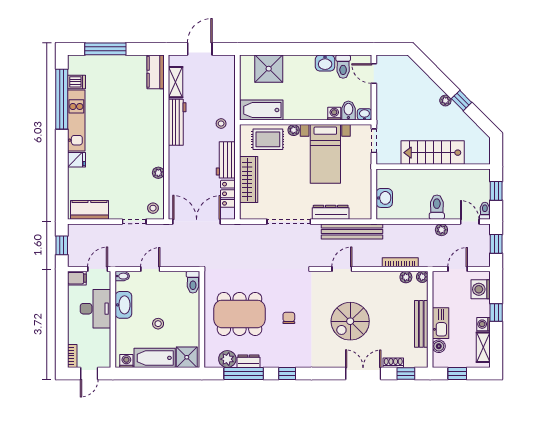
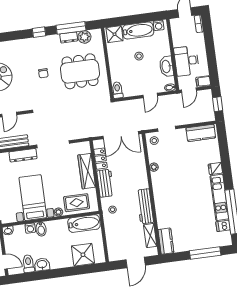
bidet: (348, 110) -> (41, 229), moved

